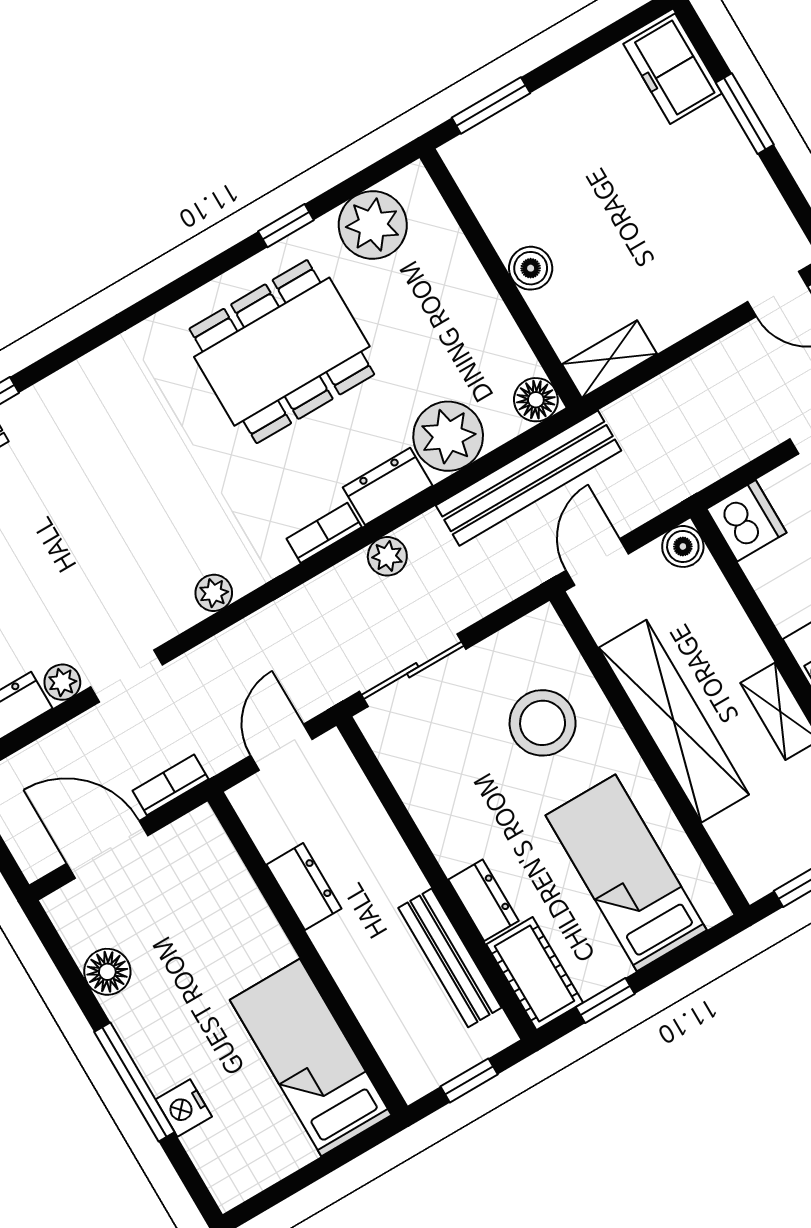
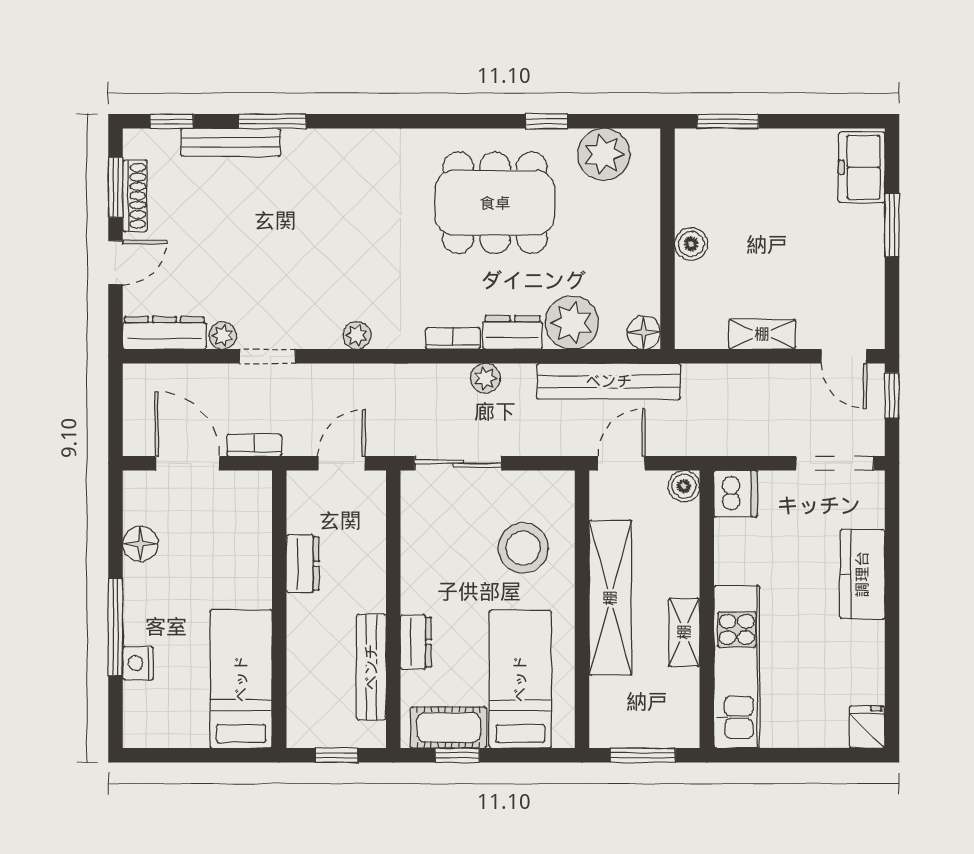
shelving: (610, 359) -> (762, 334), moved
cot: (535, 974) -> (448, 727), moved, turned 90

